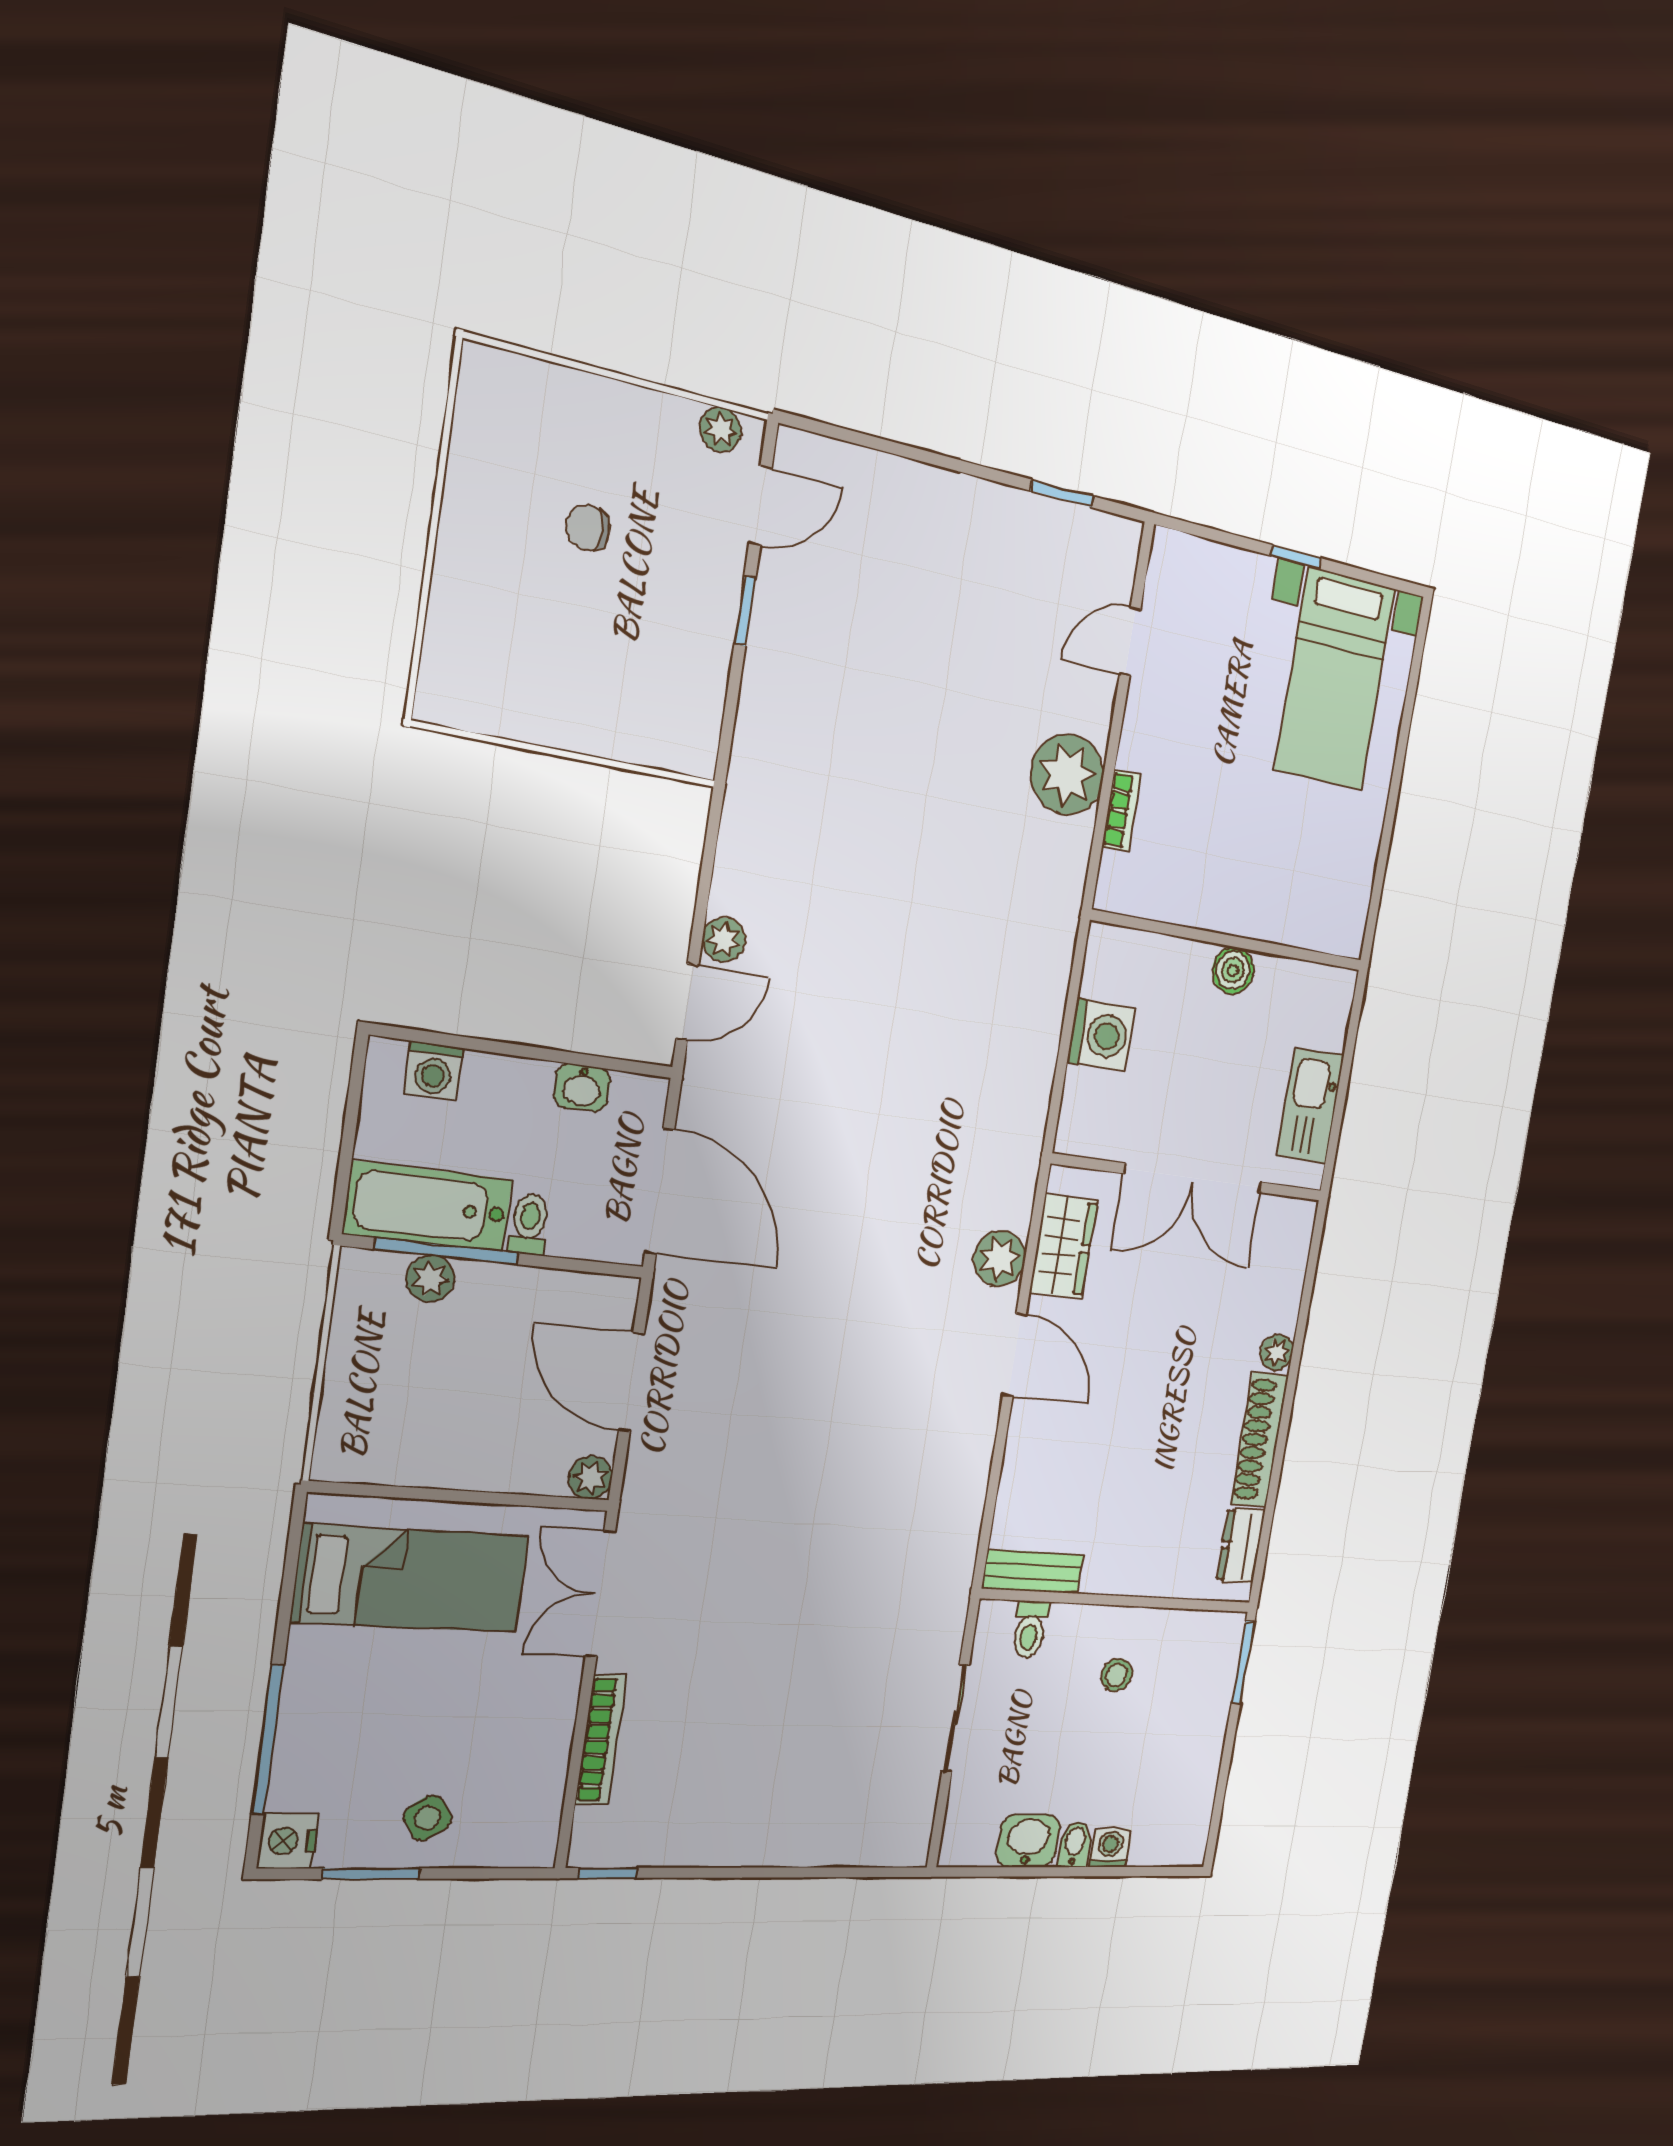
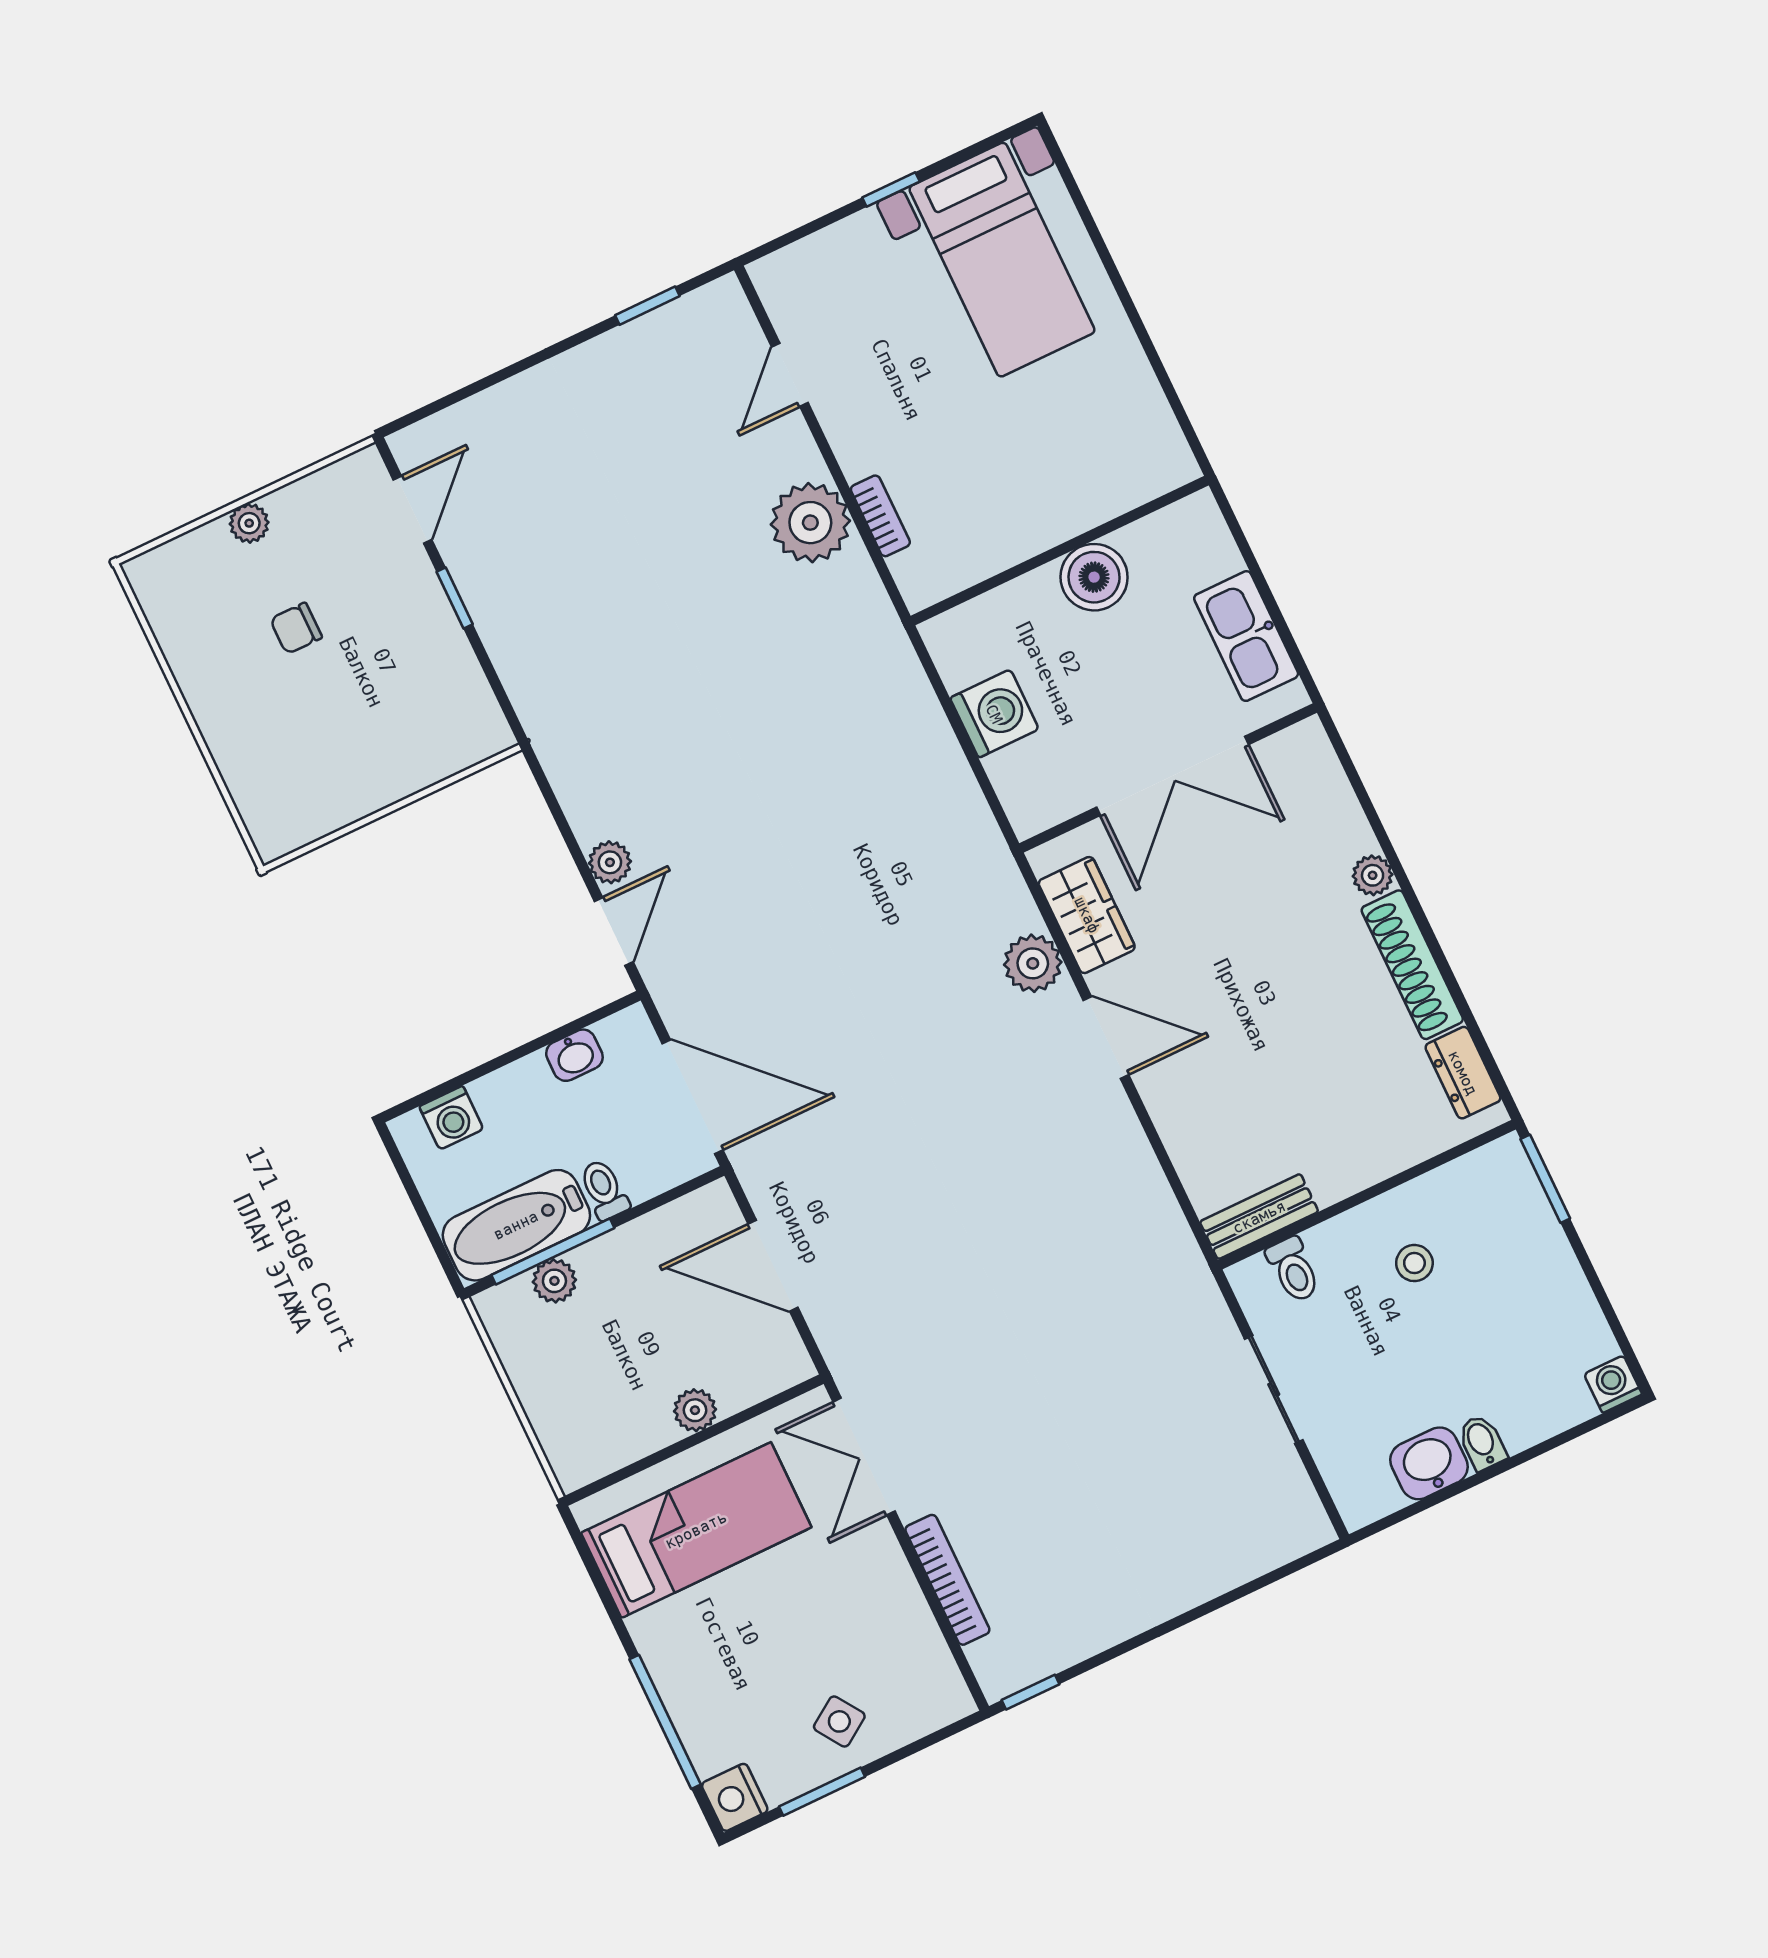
plant: (721, 430) -> (249, 523), moved
boiler: (1233, 970) -> (1094, 577), width x1.36, depth x1.36
plant: (590, 1478) -> (695, 1410), moved
washing machine: (1110, 1848) -> (1613, 1384), moved

